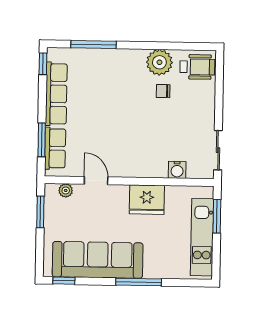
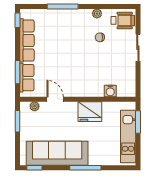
window: (94, 45) -> (63, 6), moved
plant: (159, 62) -> (97, 14), width x0.53, depth x0.53
sliding door: (218, 150) -> (138, 48), moved

